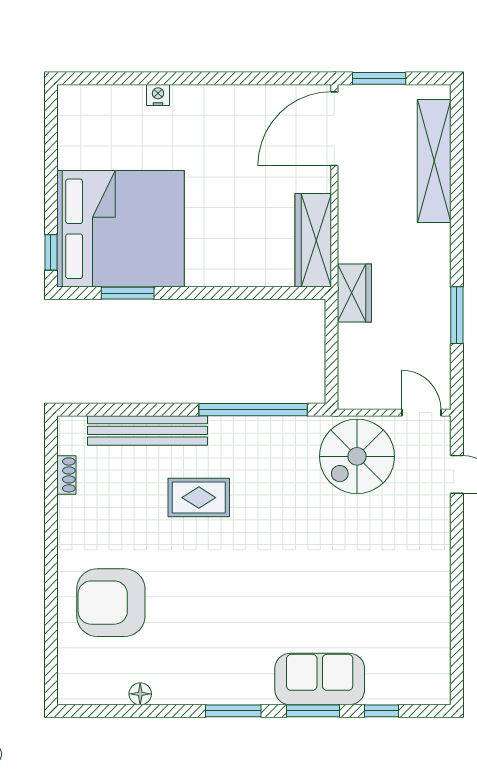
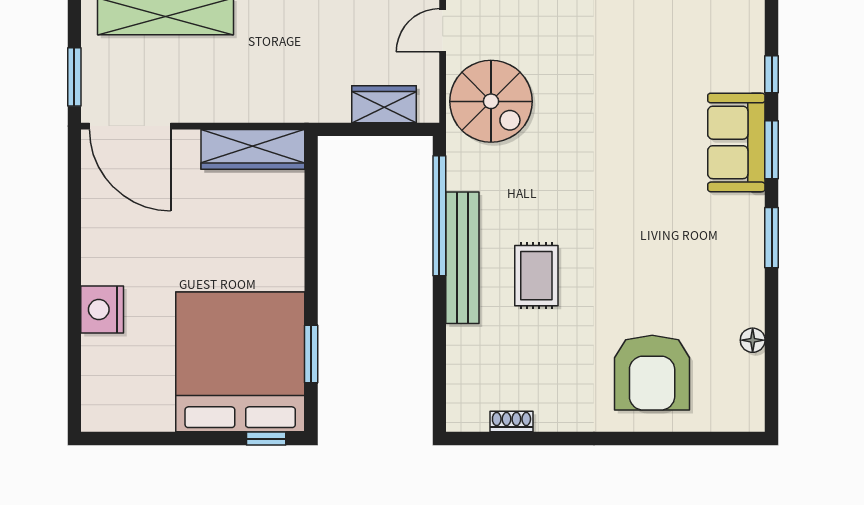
nightstand: (158, 95) -> (102, 309), width x1.89, depth x1.79
wardrobe: (354, 293) -> (384, 104), moved
bench: (147, 430) -> (462, 258), moved

